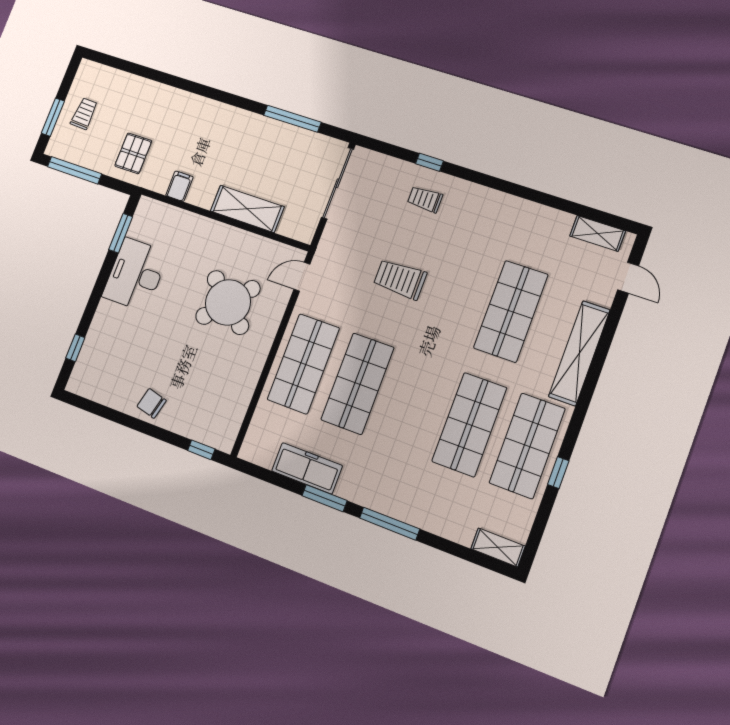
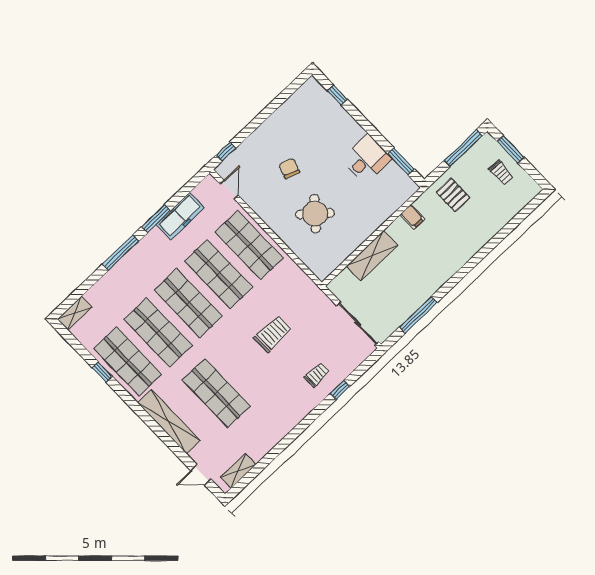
desk: (135, 275) -> (367, 159), width x0.73
door: (302, 277) -> (229, 190), moved
round table: (228, 302) -> (315, 214), width x0.73, depth x0.73
chair: (152, 403) -> (289, 168), moved, turned -85
shop shelf: (413, 404) -> (188, 303), added

